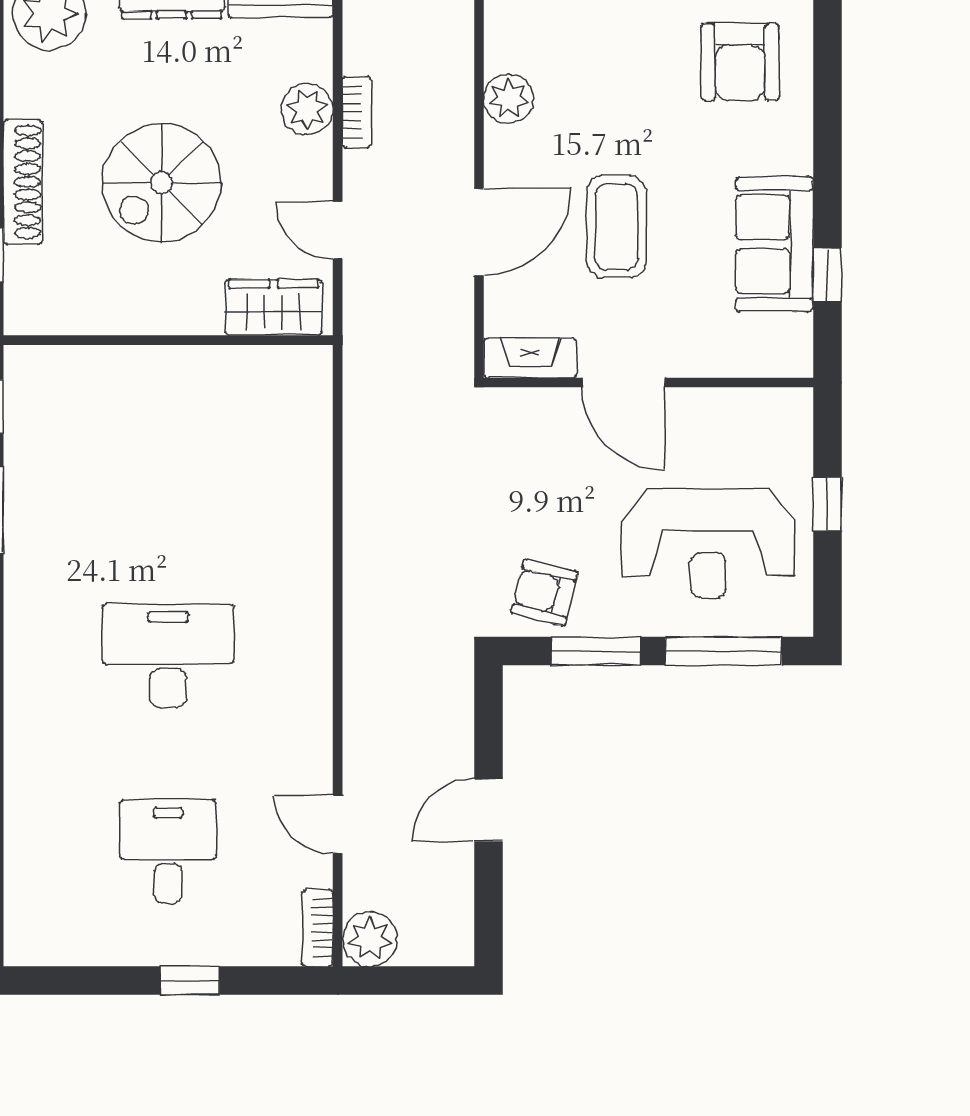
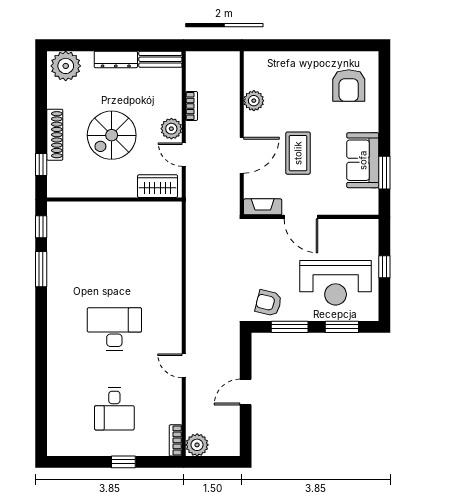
plant: (307, 109) -> (171, 129), moved
window: (827, 274) -> (384, 173), width x1.50
window: (723, 651) -> (342, 327), width x0.69
door: (338, 824) -> (184, 366), moved
desk: (168, 851) -> (114, 409), turned 180

